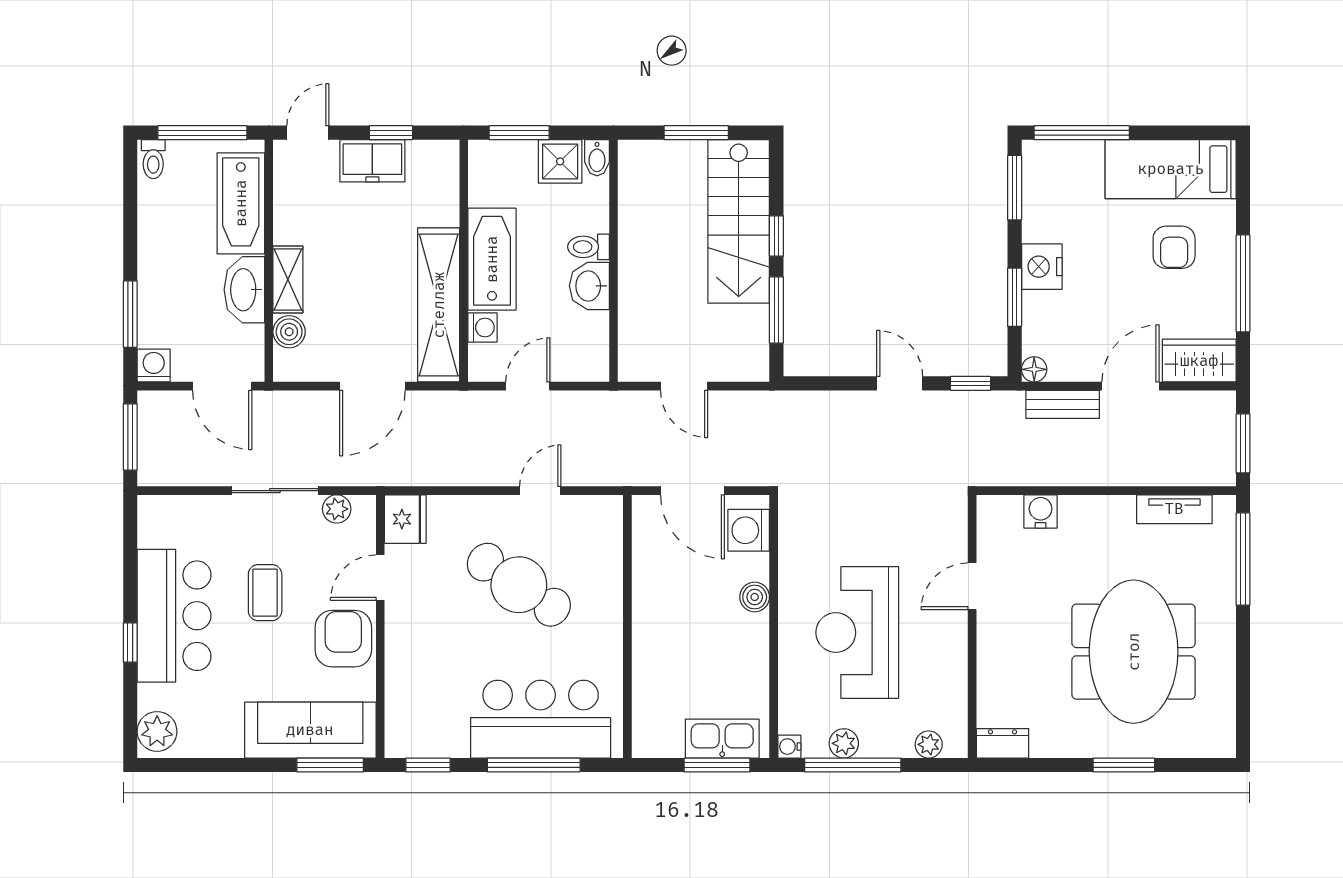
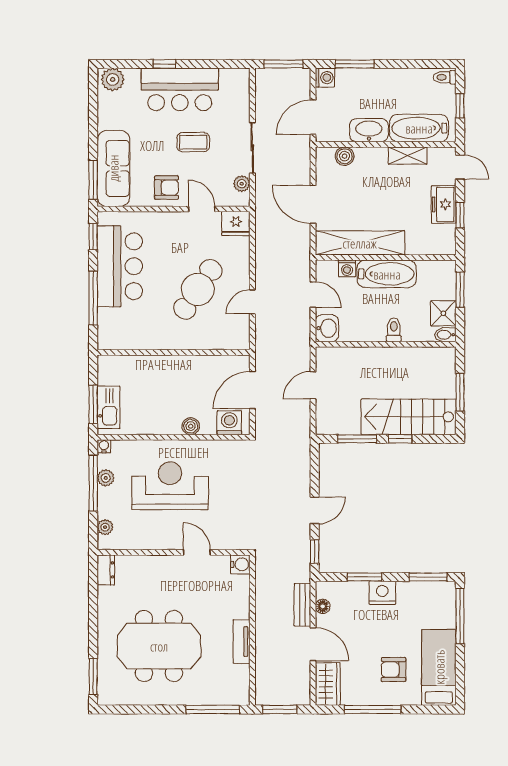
window: (202, 133) -> (460, 106), width x0.46
shelving: (288, 280) -> (408, 155), moved
washbasin: (589, 286) -> (327, 328), moved, turned 90
floor lamp: (1034, 369) -> (323, 606), moved
door: (540, 491) -> (252, 302), swing flipped
tv unit: (1174, 509) -> (242, 641), moved
water cooler: (1041, 511) -> (240, 564), moved
armchair: (343, 639) -> (166, 188), width x0.72, depth x0.72
bar counter: (541, 719) -> (120, 266), moved
window: (1124, 765) -> (93, 677), moved

